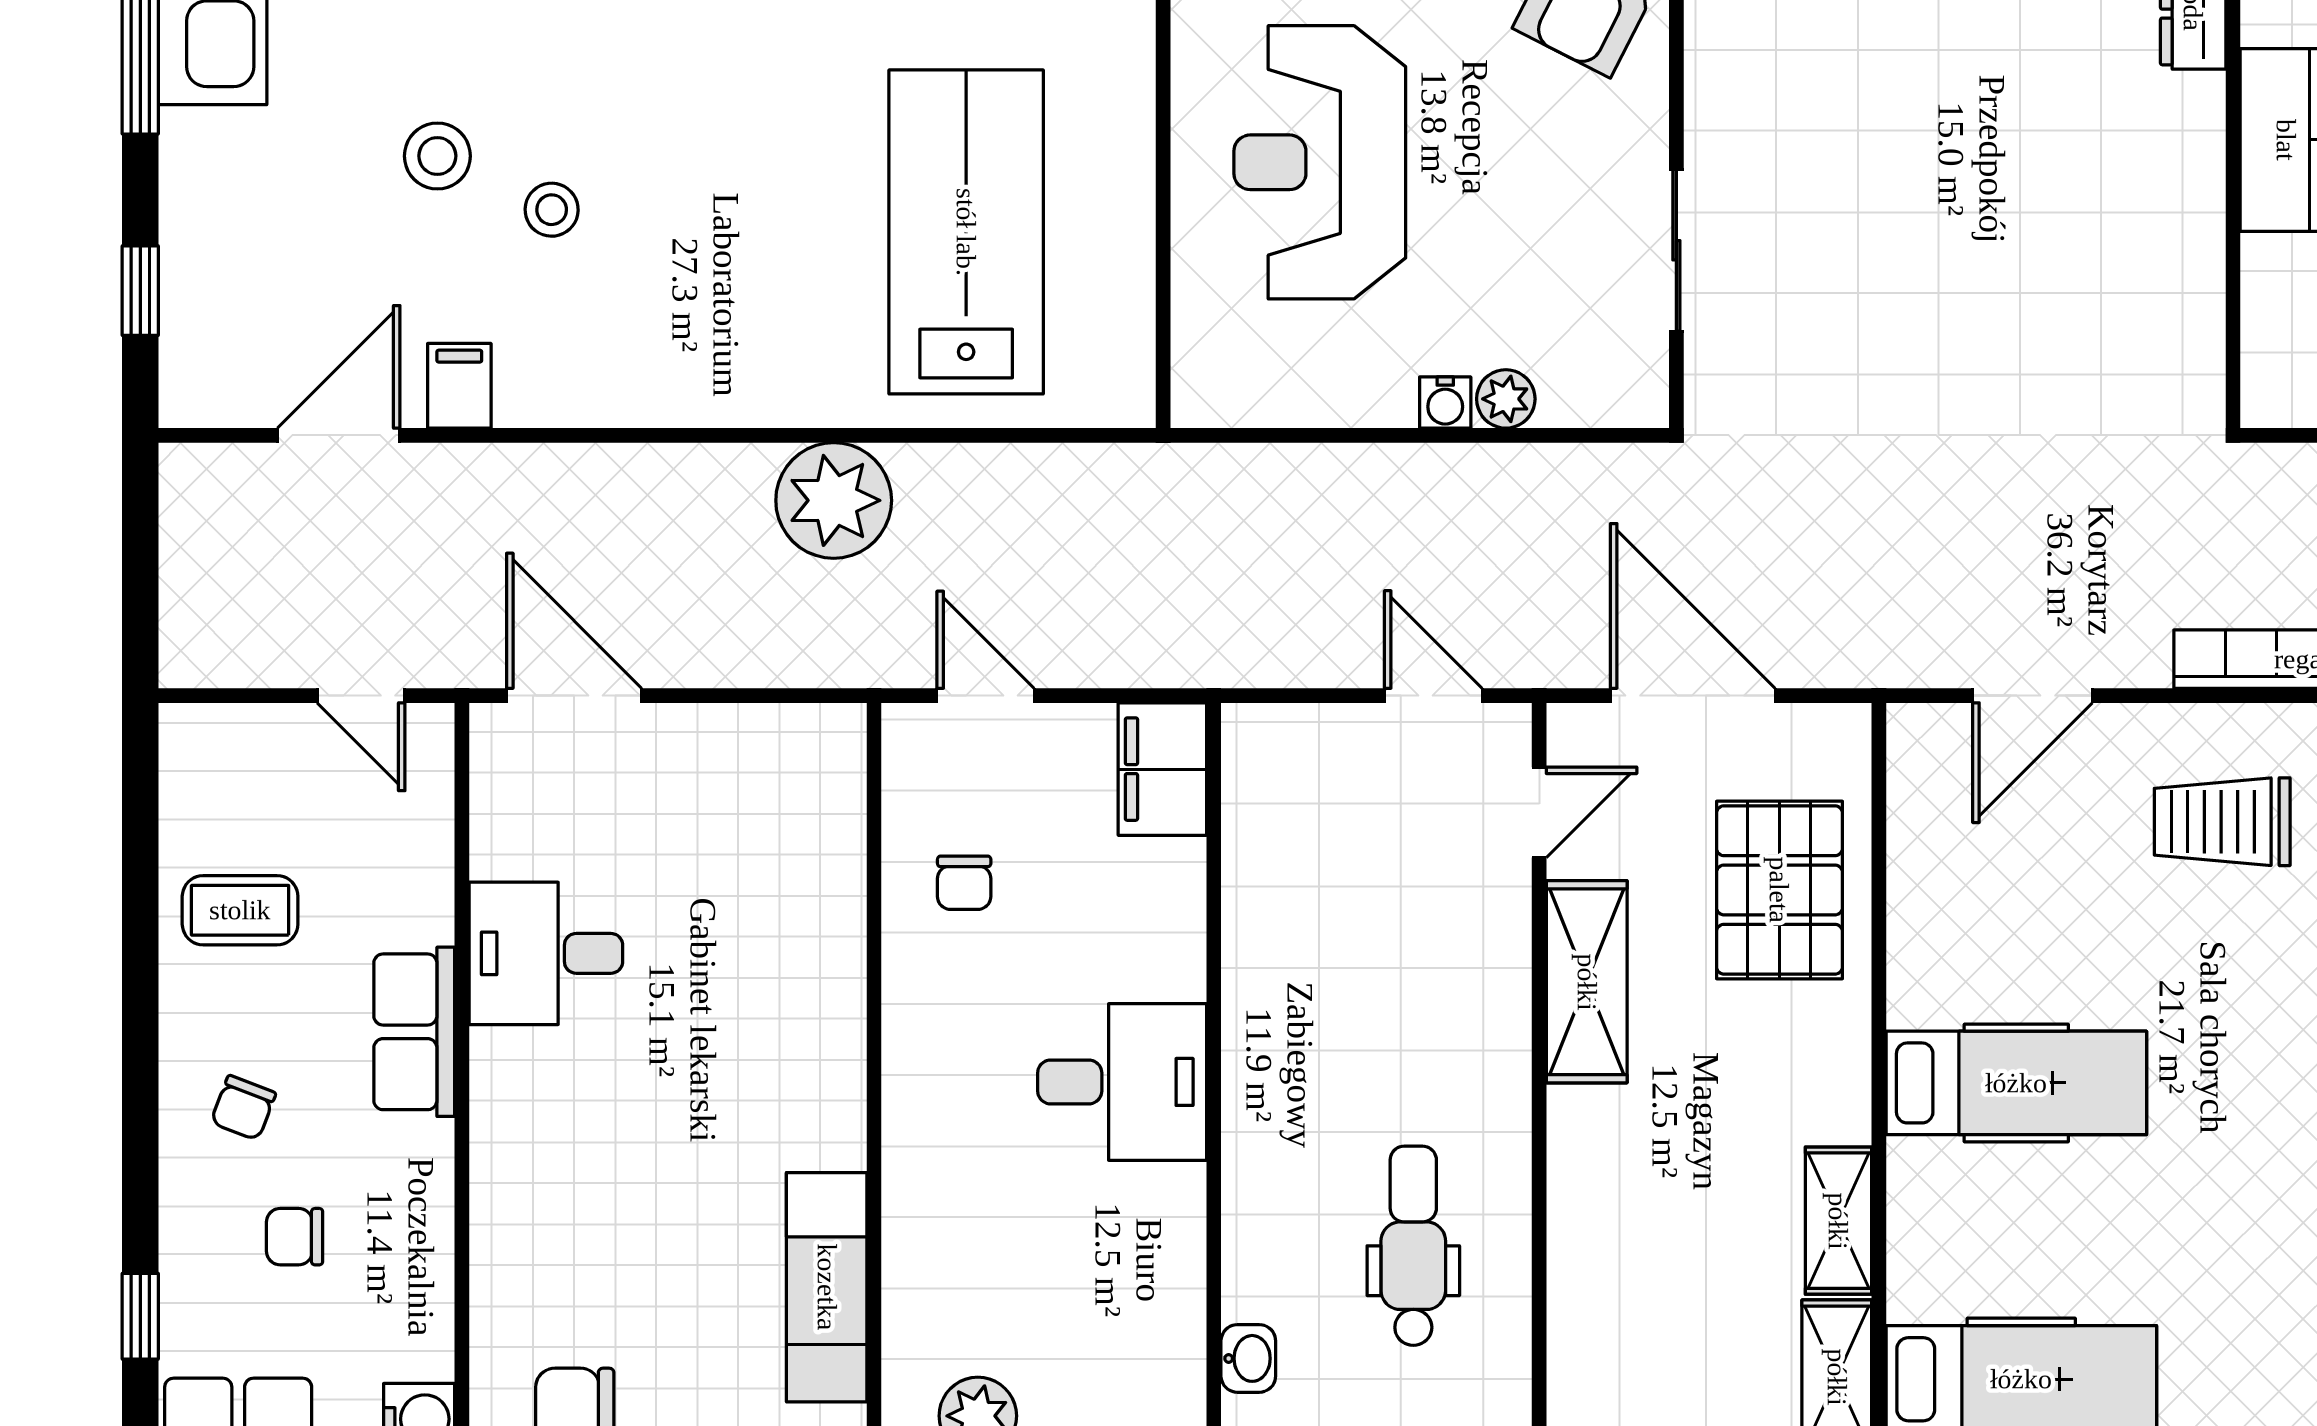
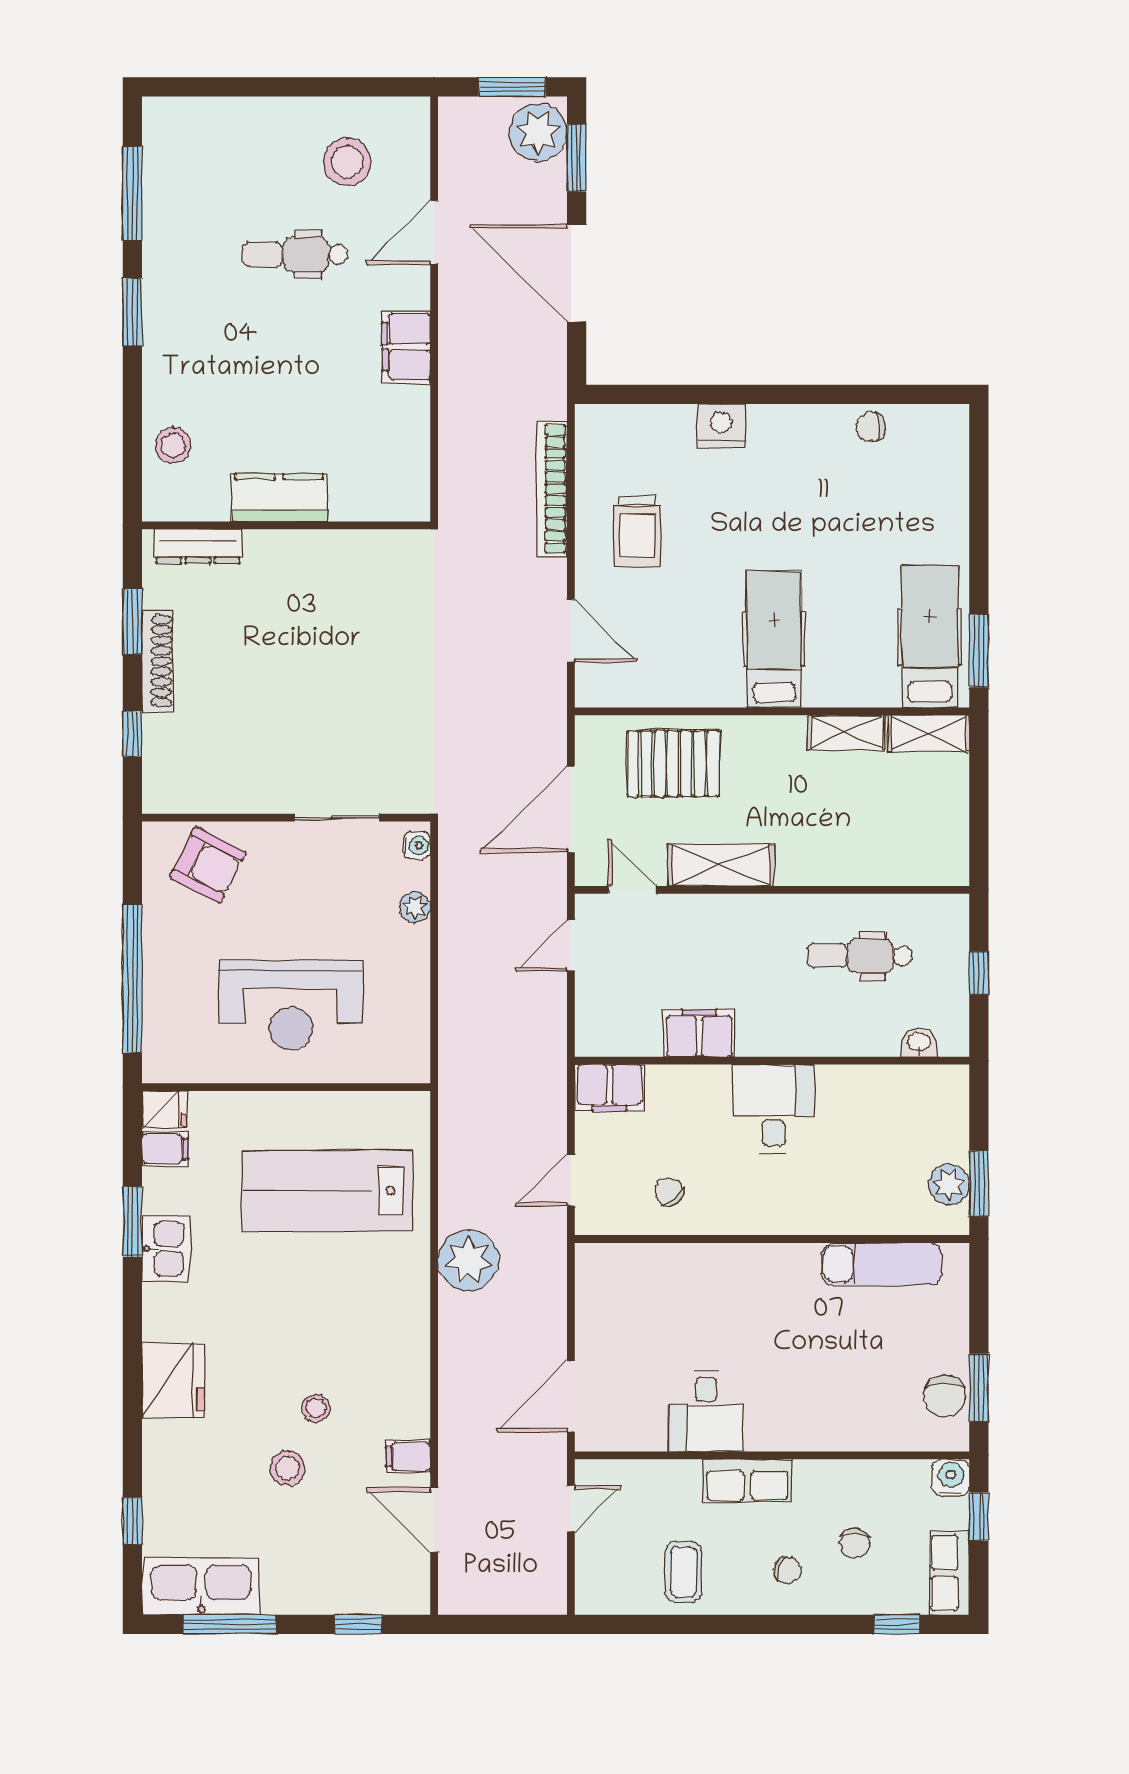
water cooler: (1445, 403) -> (417, 846), moved
chair: (964, 883) -> (669, 1192), turned -128
filing cabinet: (1266, 940) -> (699, 1033), added

